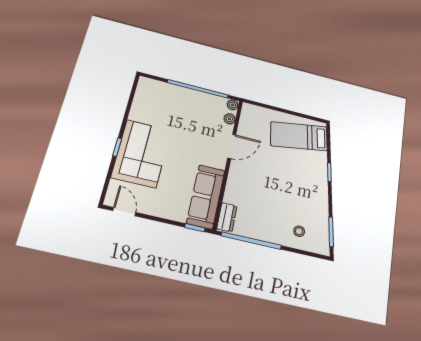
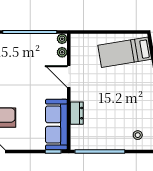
door: (232, 146) -> (69, 77), swing flipped
dresser: (227, 217) -> (77, 113), moved

